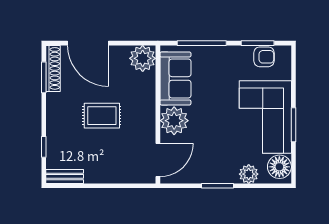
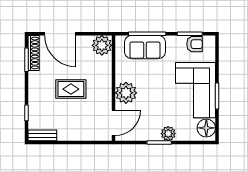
sofa: (175, 78) -> (145, 47), moved, turned 90
plant: (249, 174) -> (168, 134), moved

